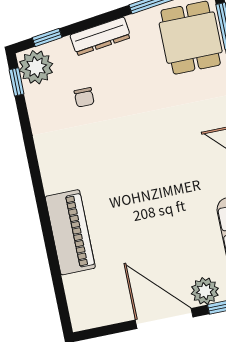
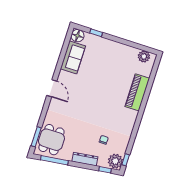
plant: (205, 291) -> (144, 56), moved
door: (164, 318) -> (120, 41), removed

